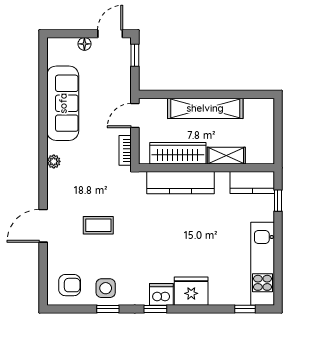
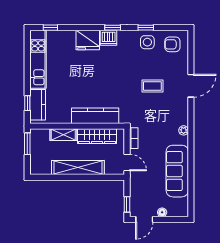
door: (135, 116) -> (127, 162), hinge flipped
window: (278, 142) -> (27, 144), added
kitchen counter: (252, 182) -> (38, 105), moved, turned 90

